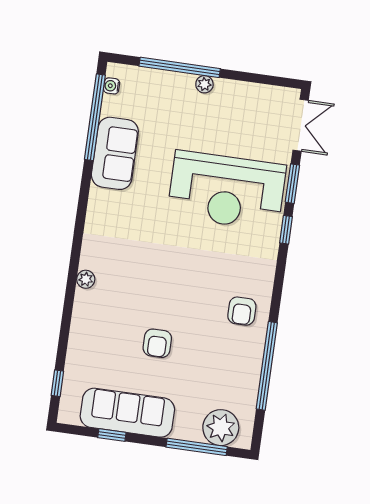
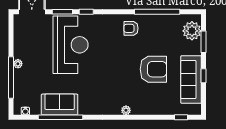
window: (95, 117) -> (60, 117), moved
armchair: (242, 311) -> (131, 28), turned 180
armchair: (157, 343) -> (153, 69), width x1.88, depth x1.88
window: (112, 435) -> (204, 76), moved
window: (197, 447) -> (204, 42), width x0.69

